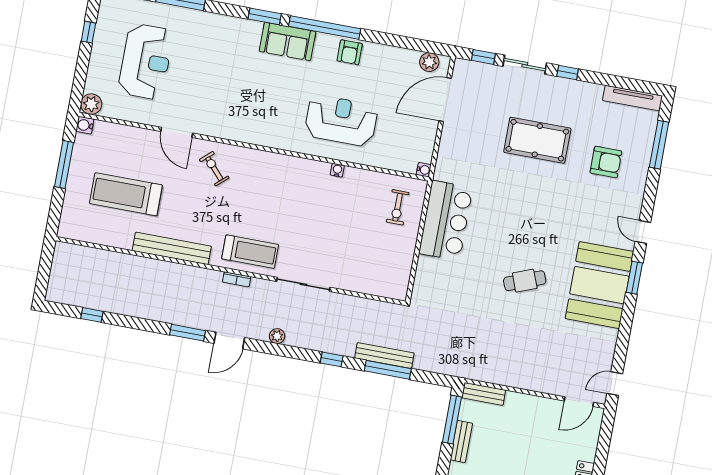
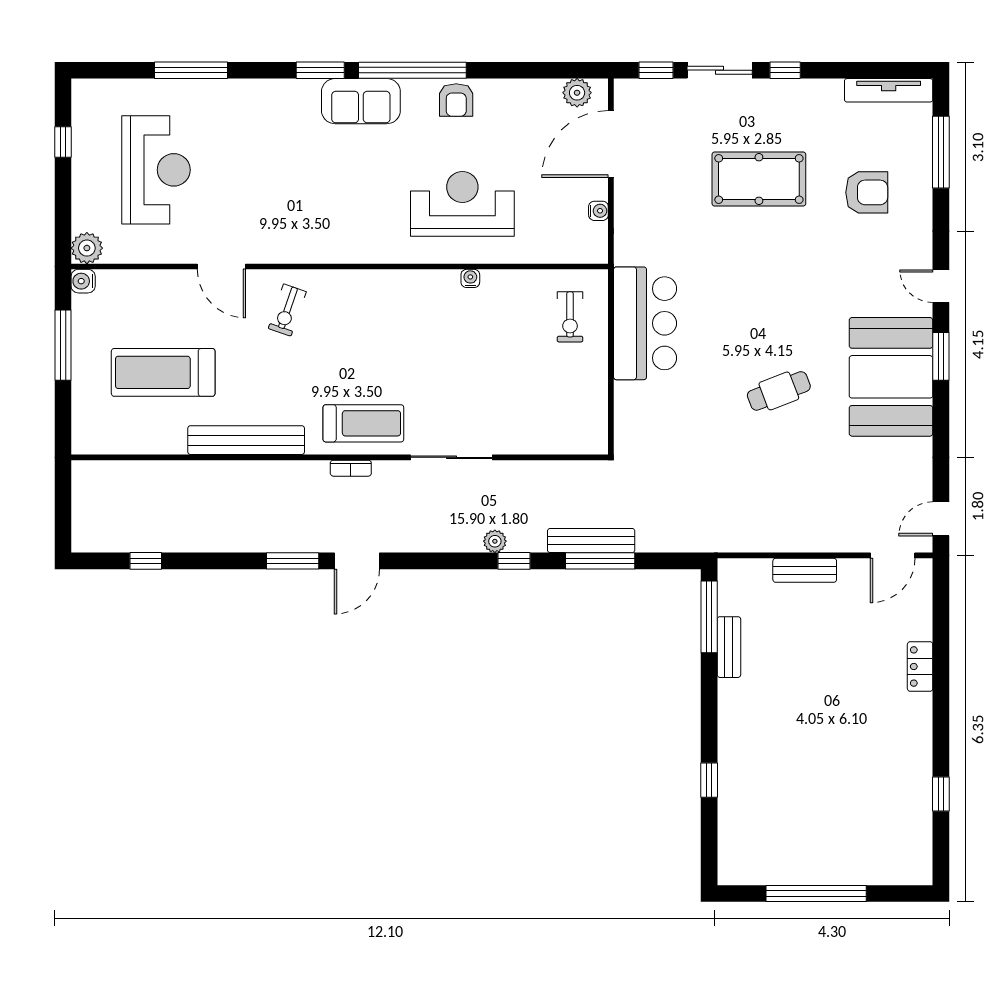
exercise bike: (214, 169) -> (287, 310), turned -119
water cooler: (424, 170) -> (598, 211), moved
plant: (277, 336) -> (495, 541), moved
bench: (484, 394) -> (805, 570), moved

